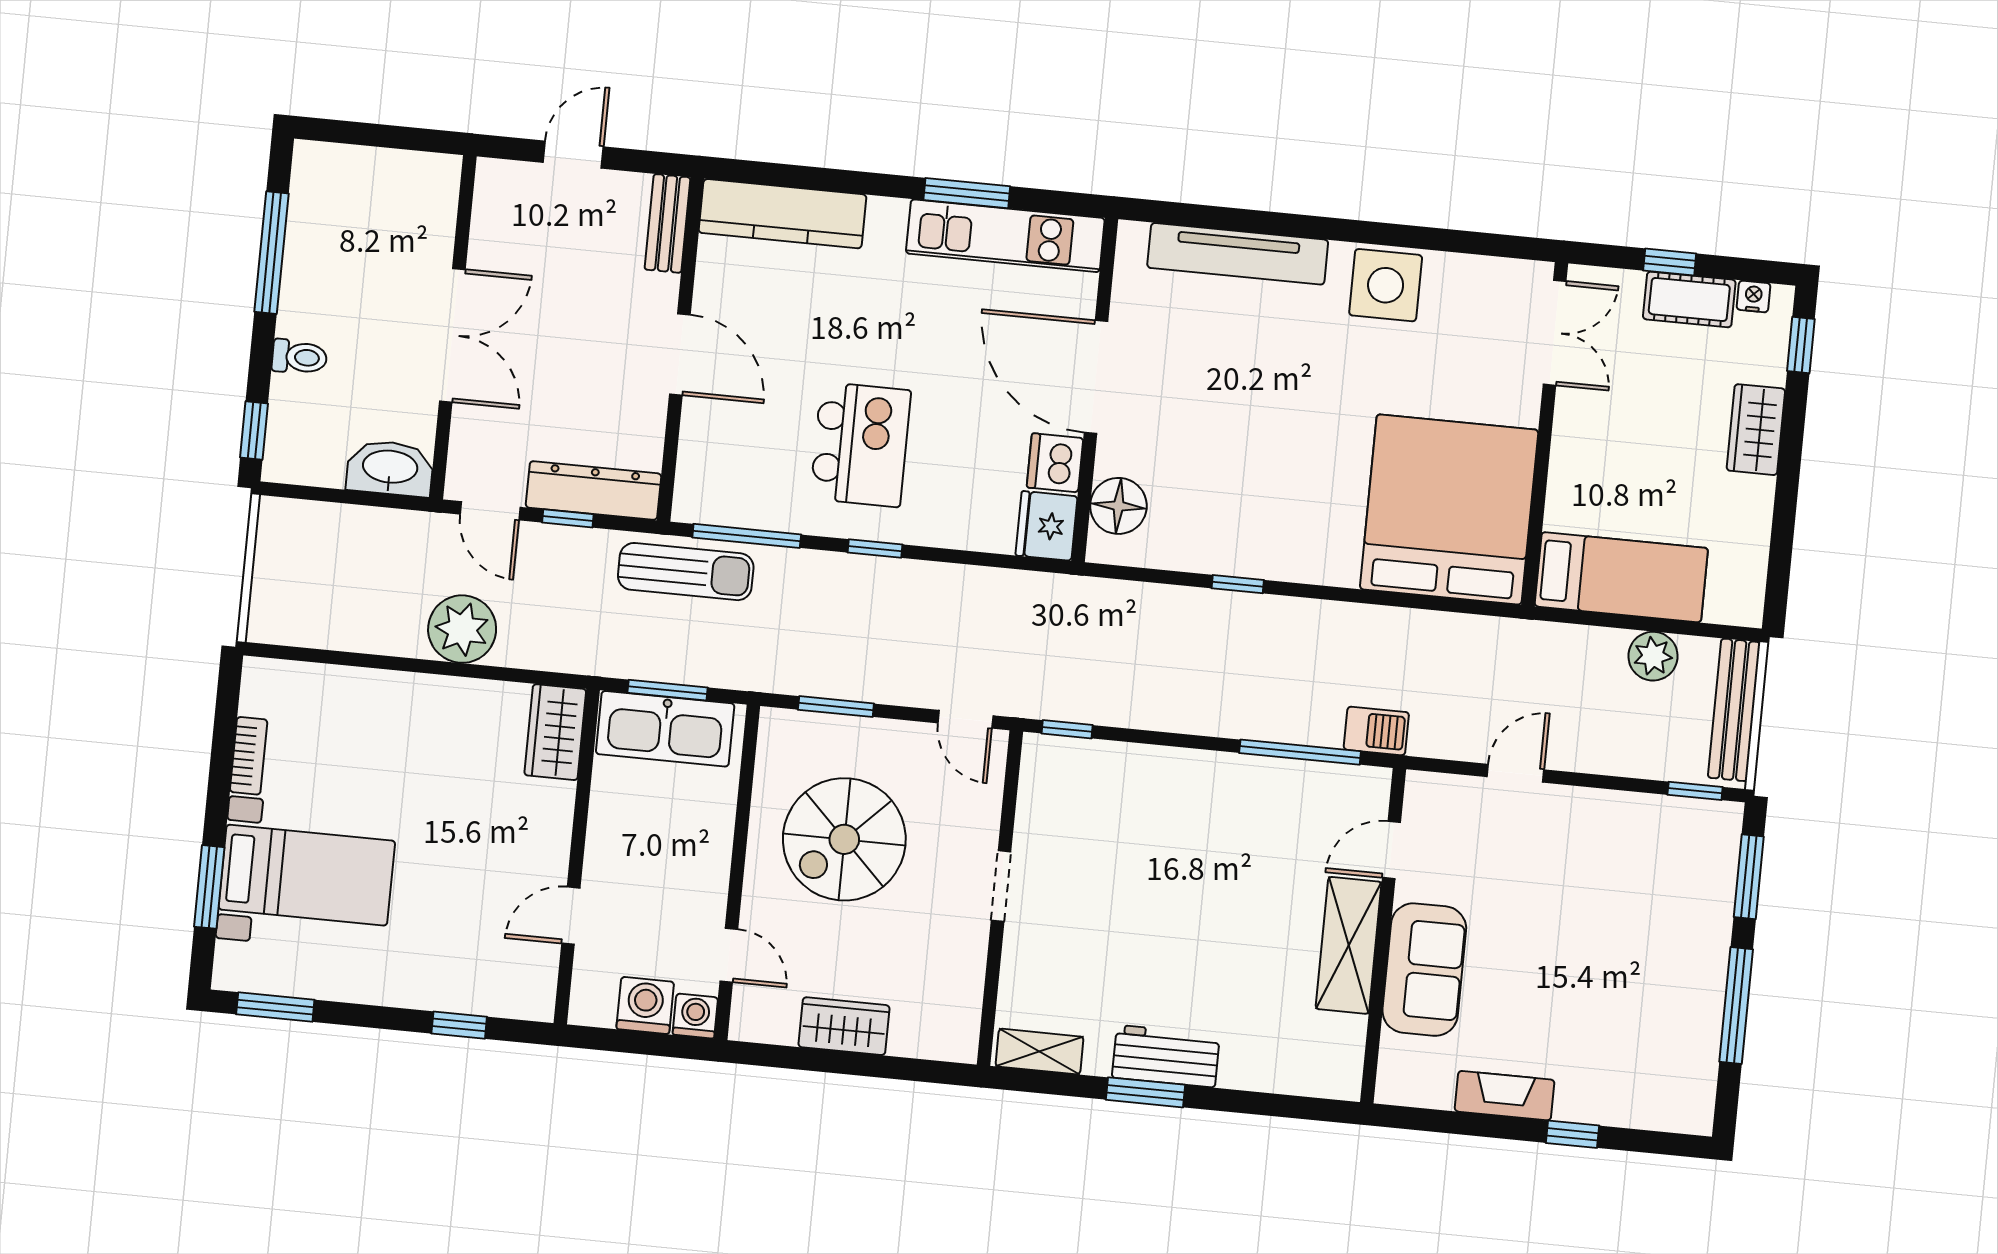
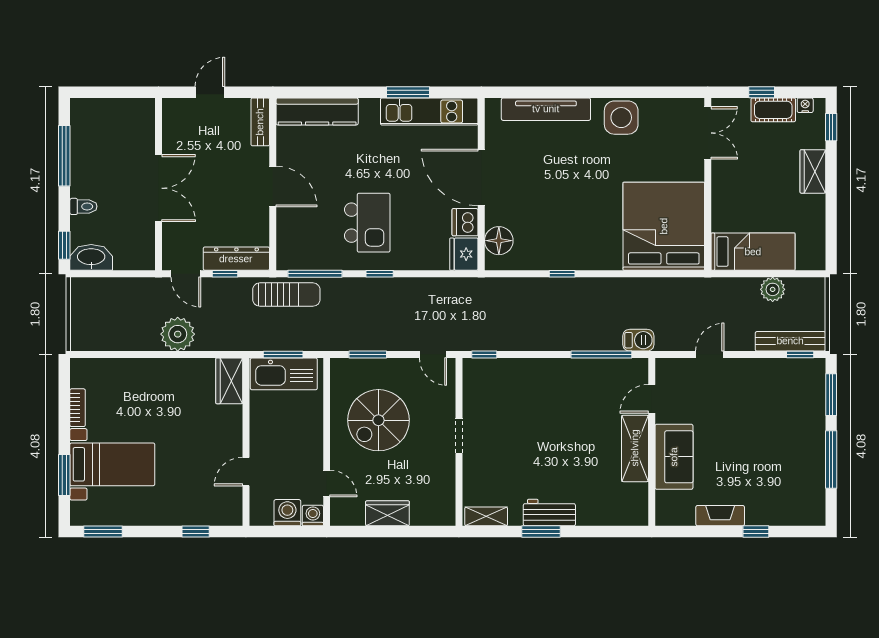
washbasin: (390, 468) -> (91, 257), moved
bench: (1734, 710) -> (790, 341), moved, turned 90

